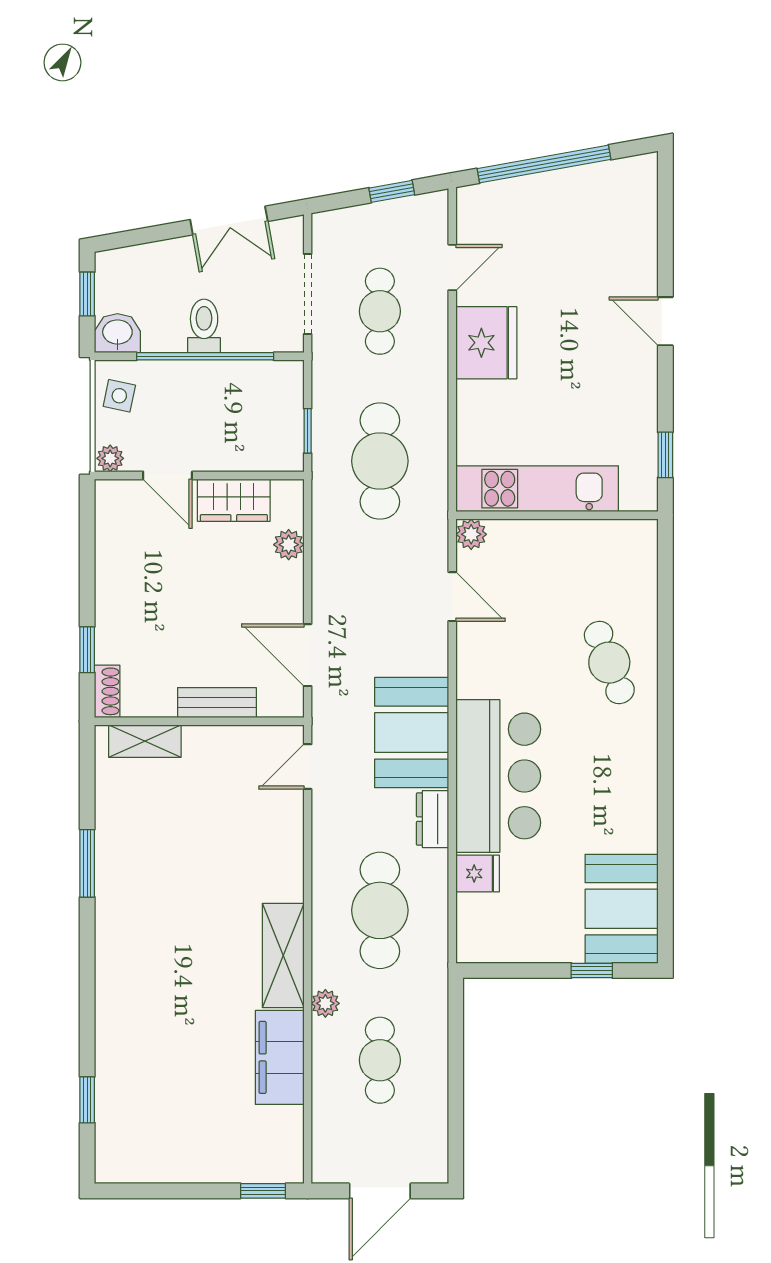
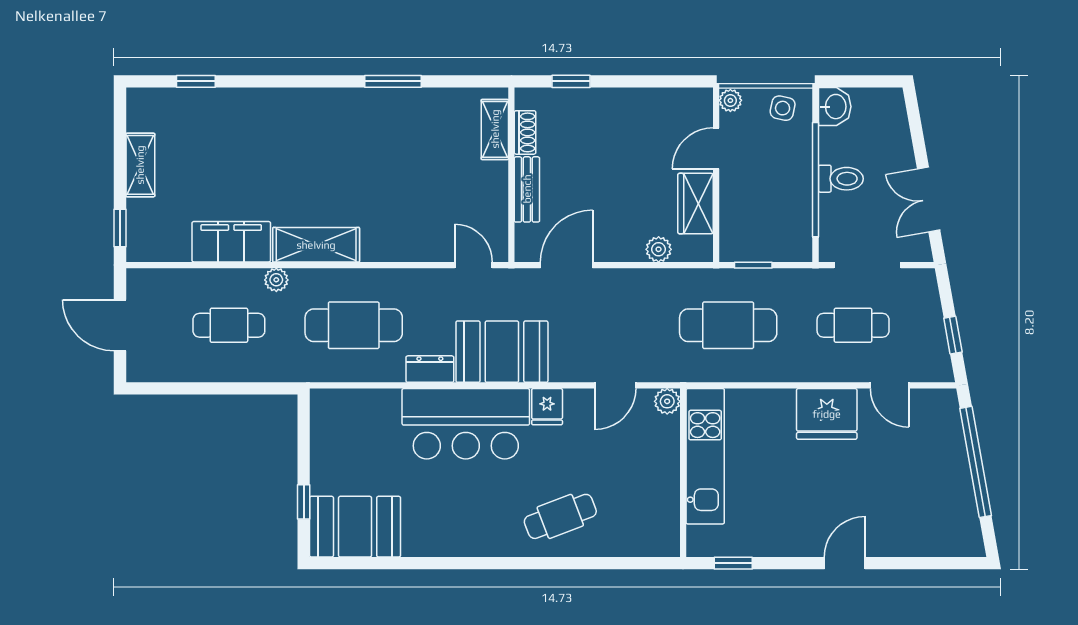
window: (87, 294) -> (867, 81), removed
shoe rack: (107, 691) -> (525, 132), moved, turned -90
fridge: (478, 873) -> (547, 407), moved
shelving: (188, 1166) -> (140, 165), added

